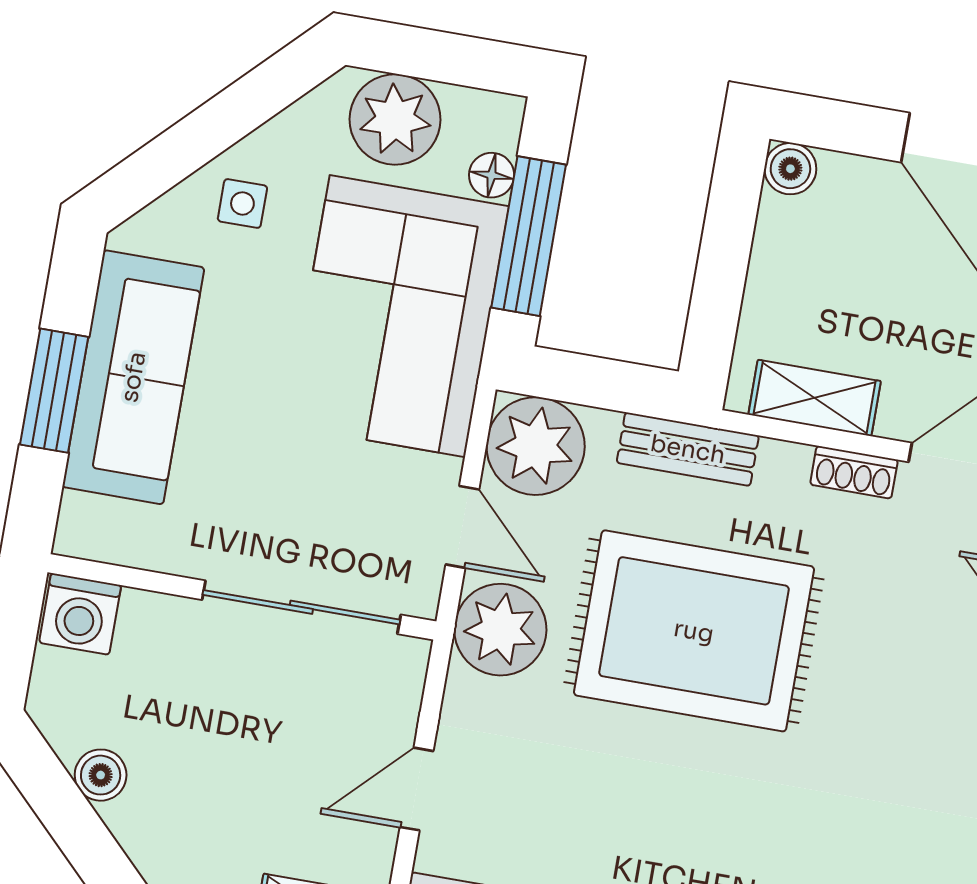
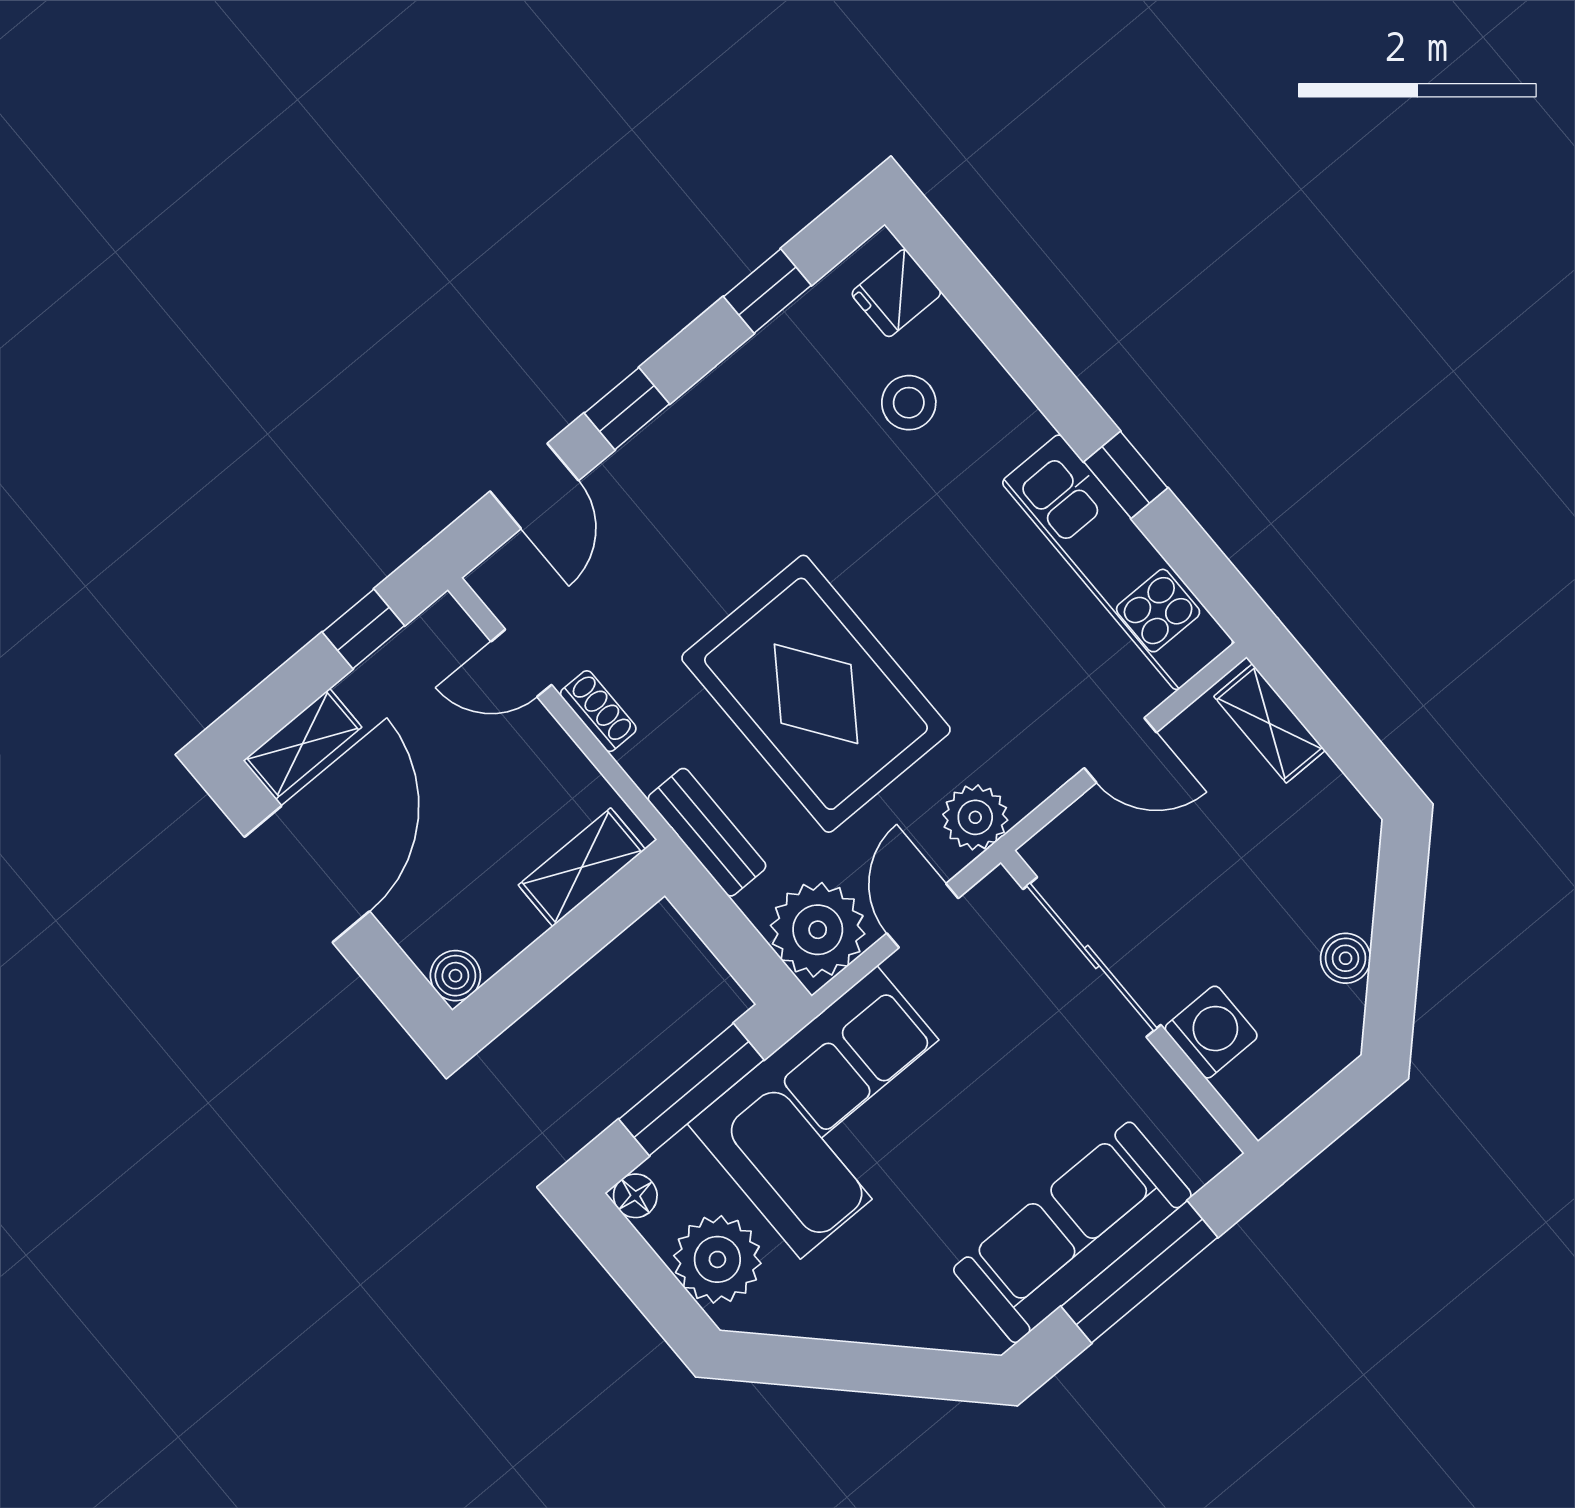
floor lamp: (492, 175) -> (635, 1196), moved
side table: (242, 203) -> (883, 1293), removed
window: (54, 391) -> (1139, 1272), width x1.44
shelving: (815, 398) -> (582, 867), moved, turned 90
washing machine: (80, 614) -> (1211, 1032), moved
plant: (500, 630) -> (975, 817), width x0.73, depth x0.73

